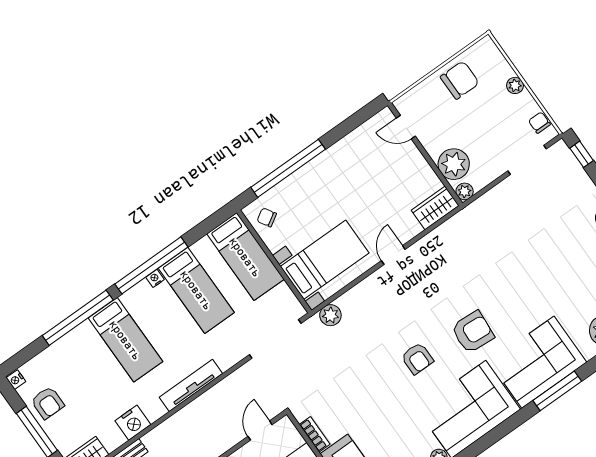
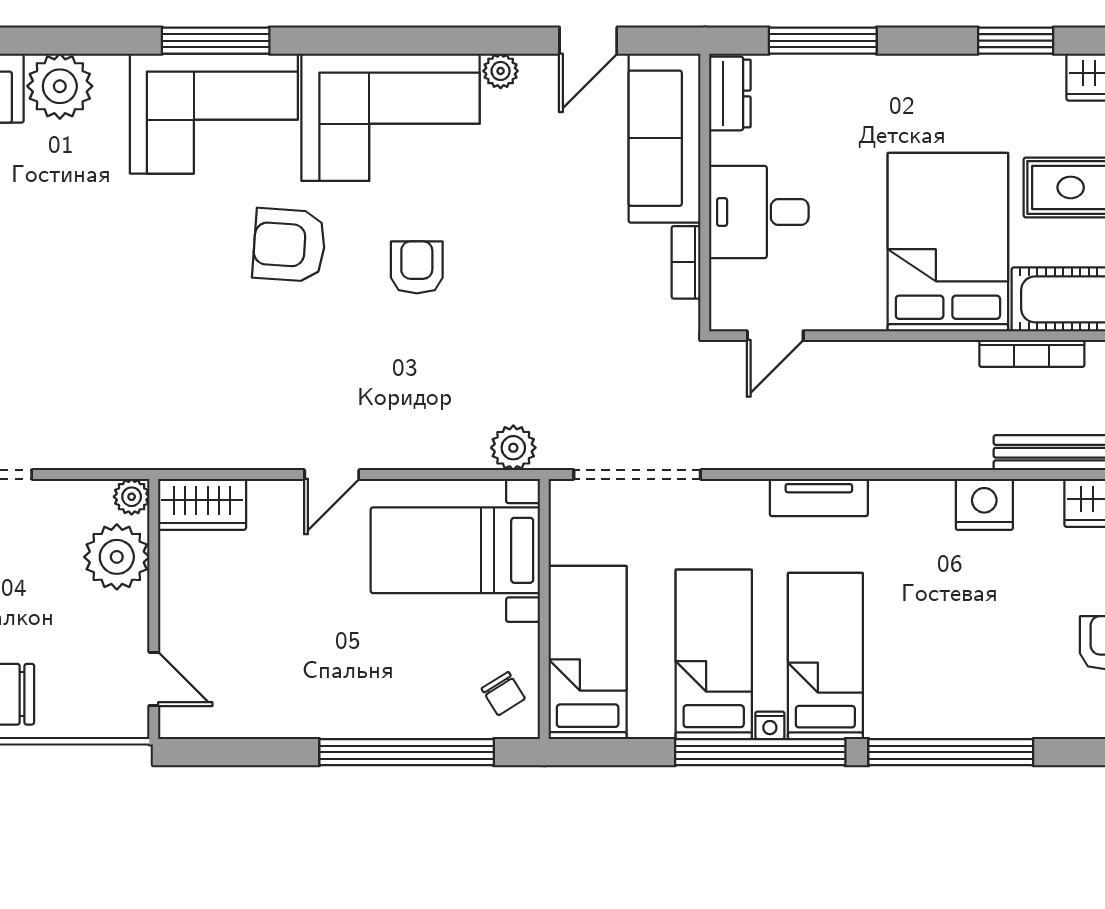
bed: (125, 340) -> (825, 656), moved
tv unit: (191, 385) -> (819, 498), width x0.71

